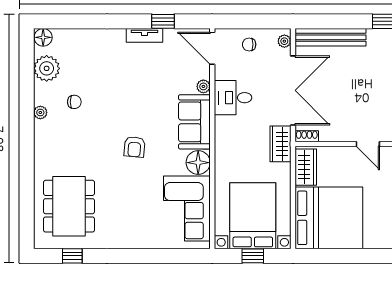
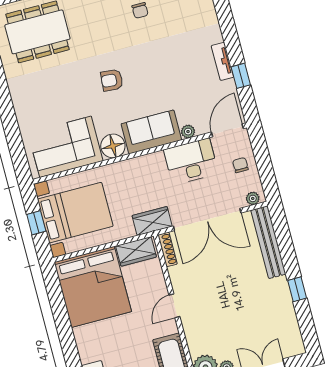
desk: (233, 98) -> (191, 161), width x1.37
shoe rack: (307, 136) -> (168, 249), width x1.43

